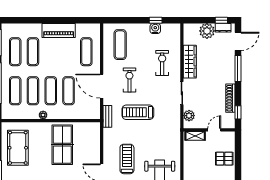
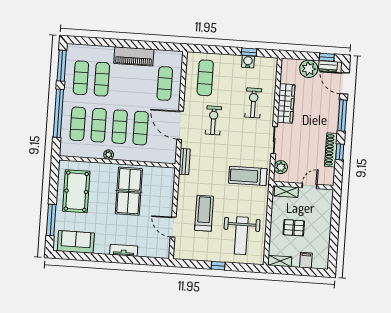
door: (238, 41) -> (344, 83), swing flipped
treadmill: (138, 112) -> (248, 176), moved
window: (238, 112) -> (340, 152), moved
pallet: (224, 159) -> (294, 228), moved

